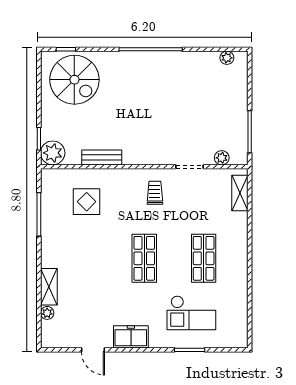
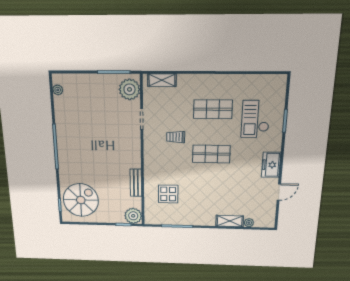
plant: (222, 158) -> (129, 89), width x1.88, depth x1.88
trolley: (155, 193) -> (176, 137), moved
checkout: (191, 313) -> (255, 119), turned 180

